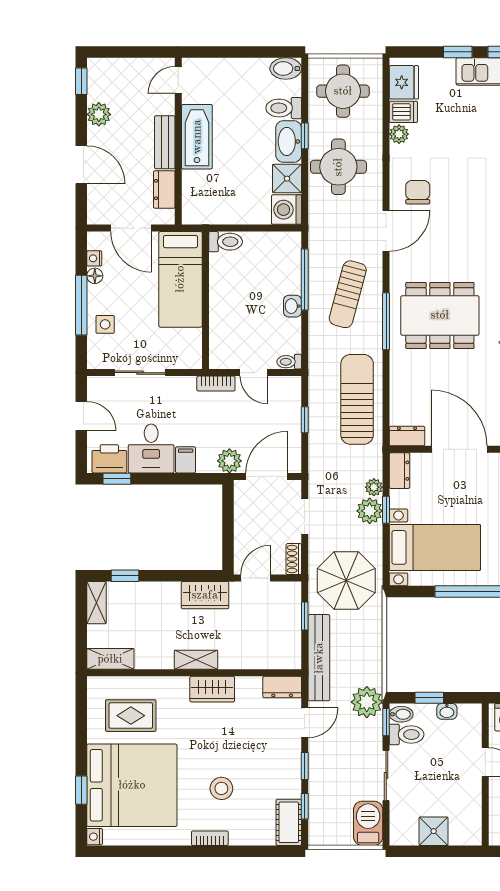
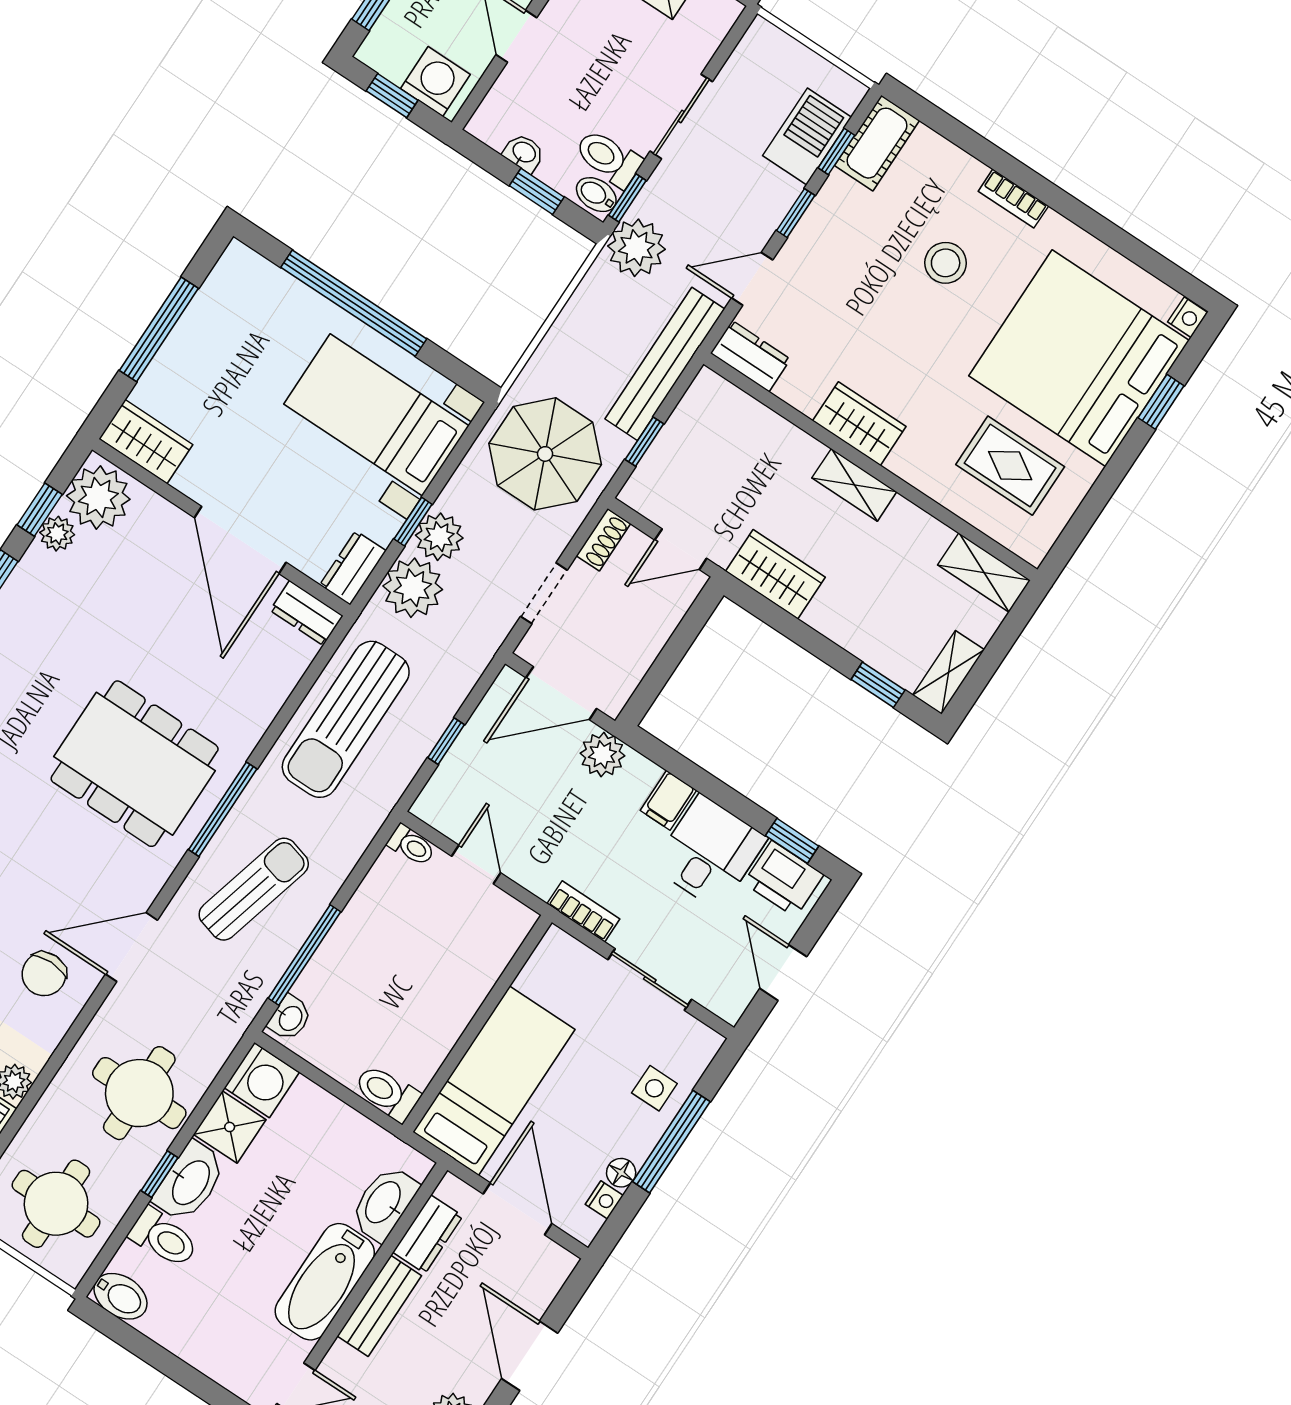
washbasin: (194, 190) -> (384, 1203), added
washbasin: (292, 306) -> (290, 1018), moved
bookcase: (216, 384) -> (583, 911), moved
plant: (374, 487) -> (413, 588), width x1.88, depth x1.88
barbecue: (368, 823) -> (807, 136), moved, turned 180

